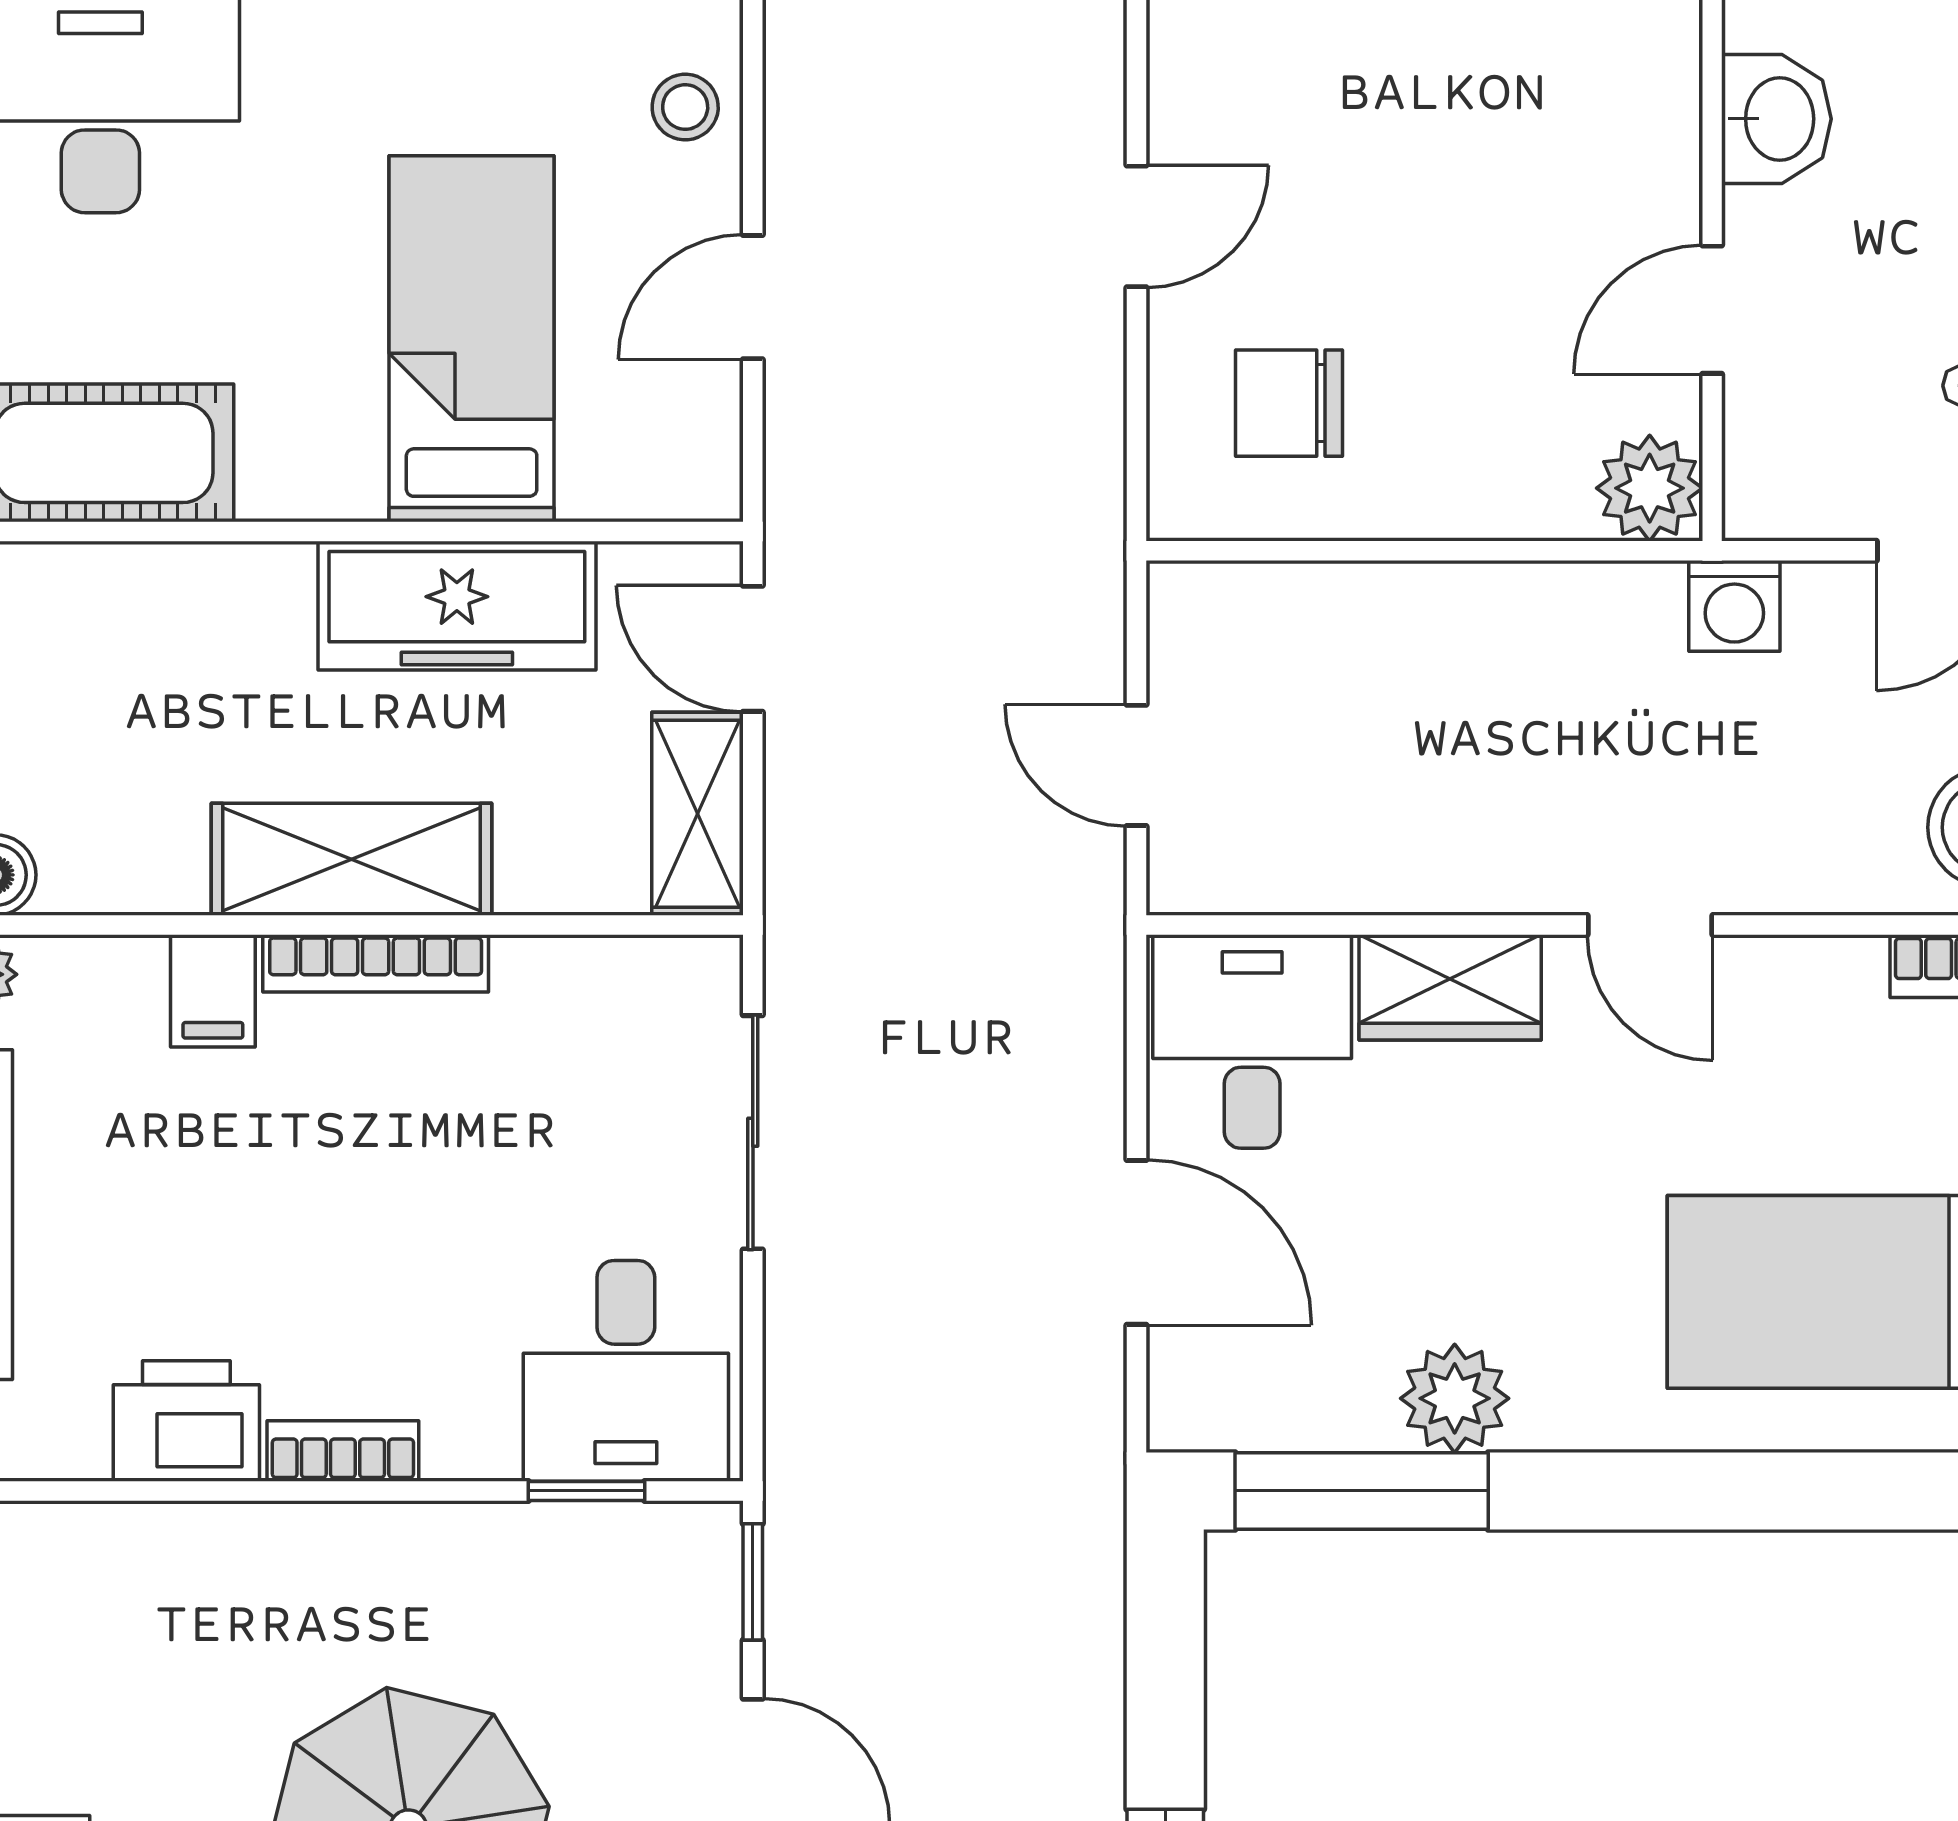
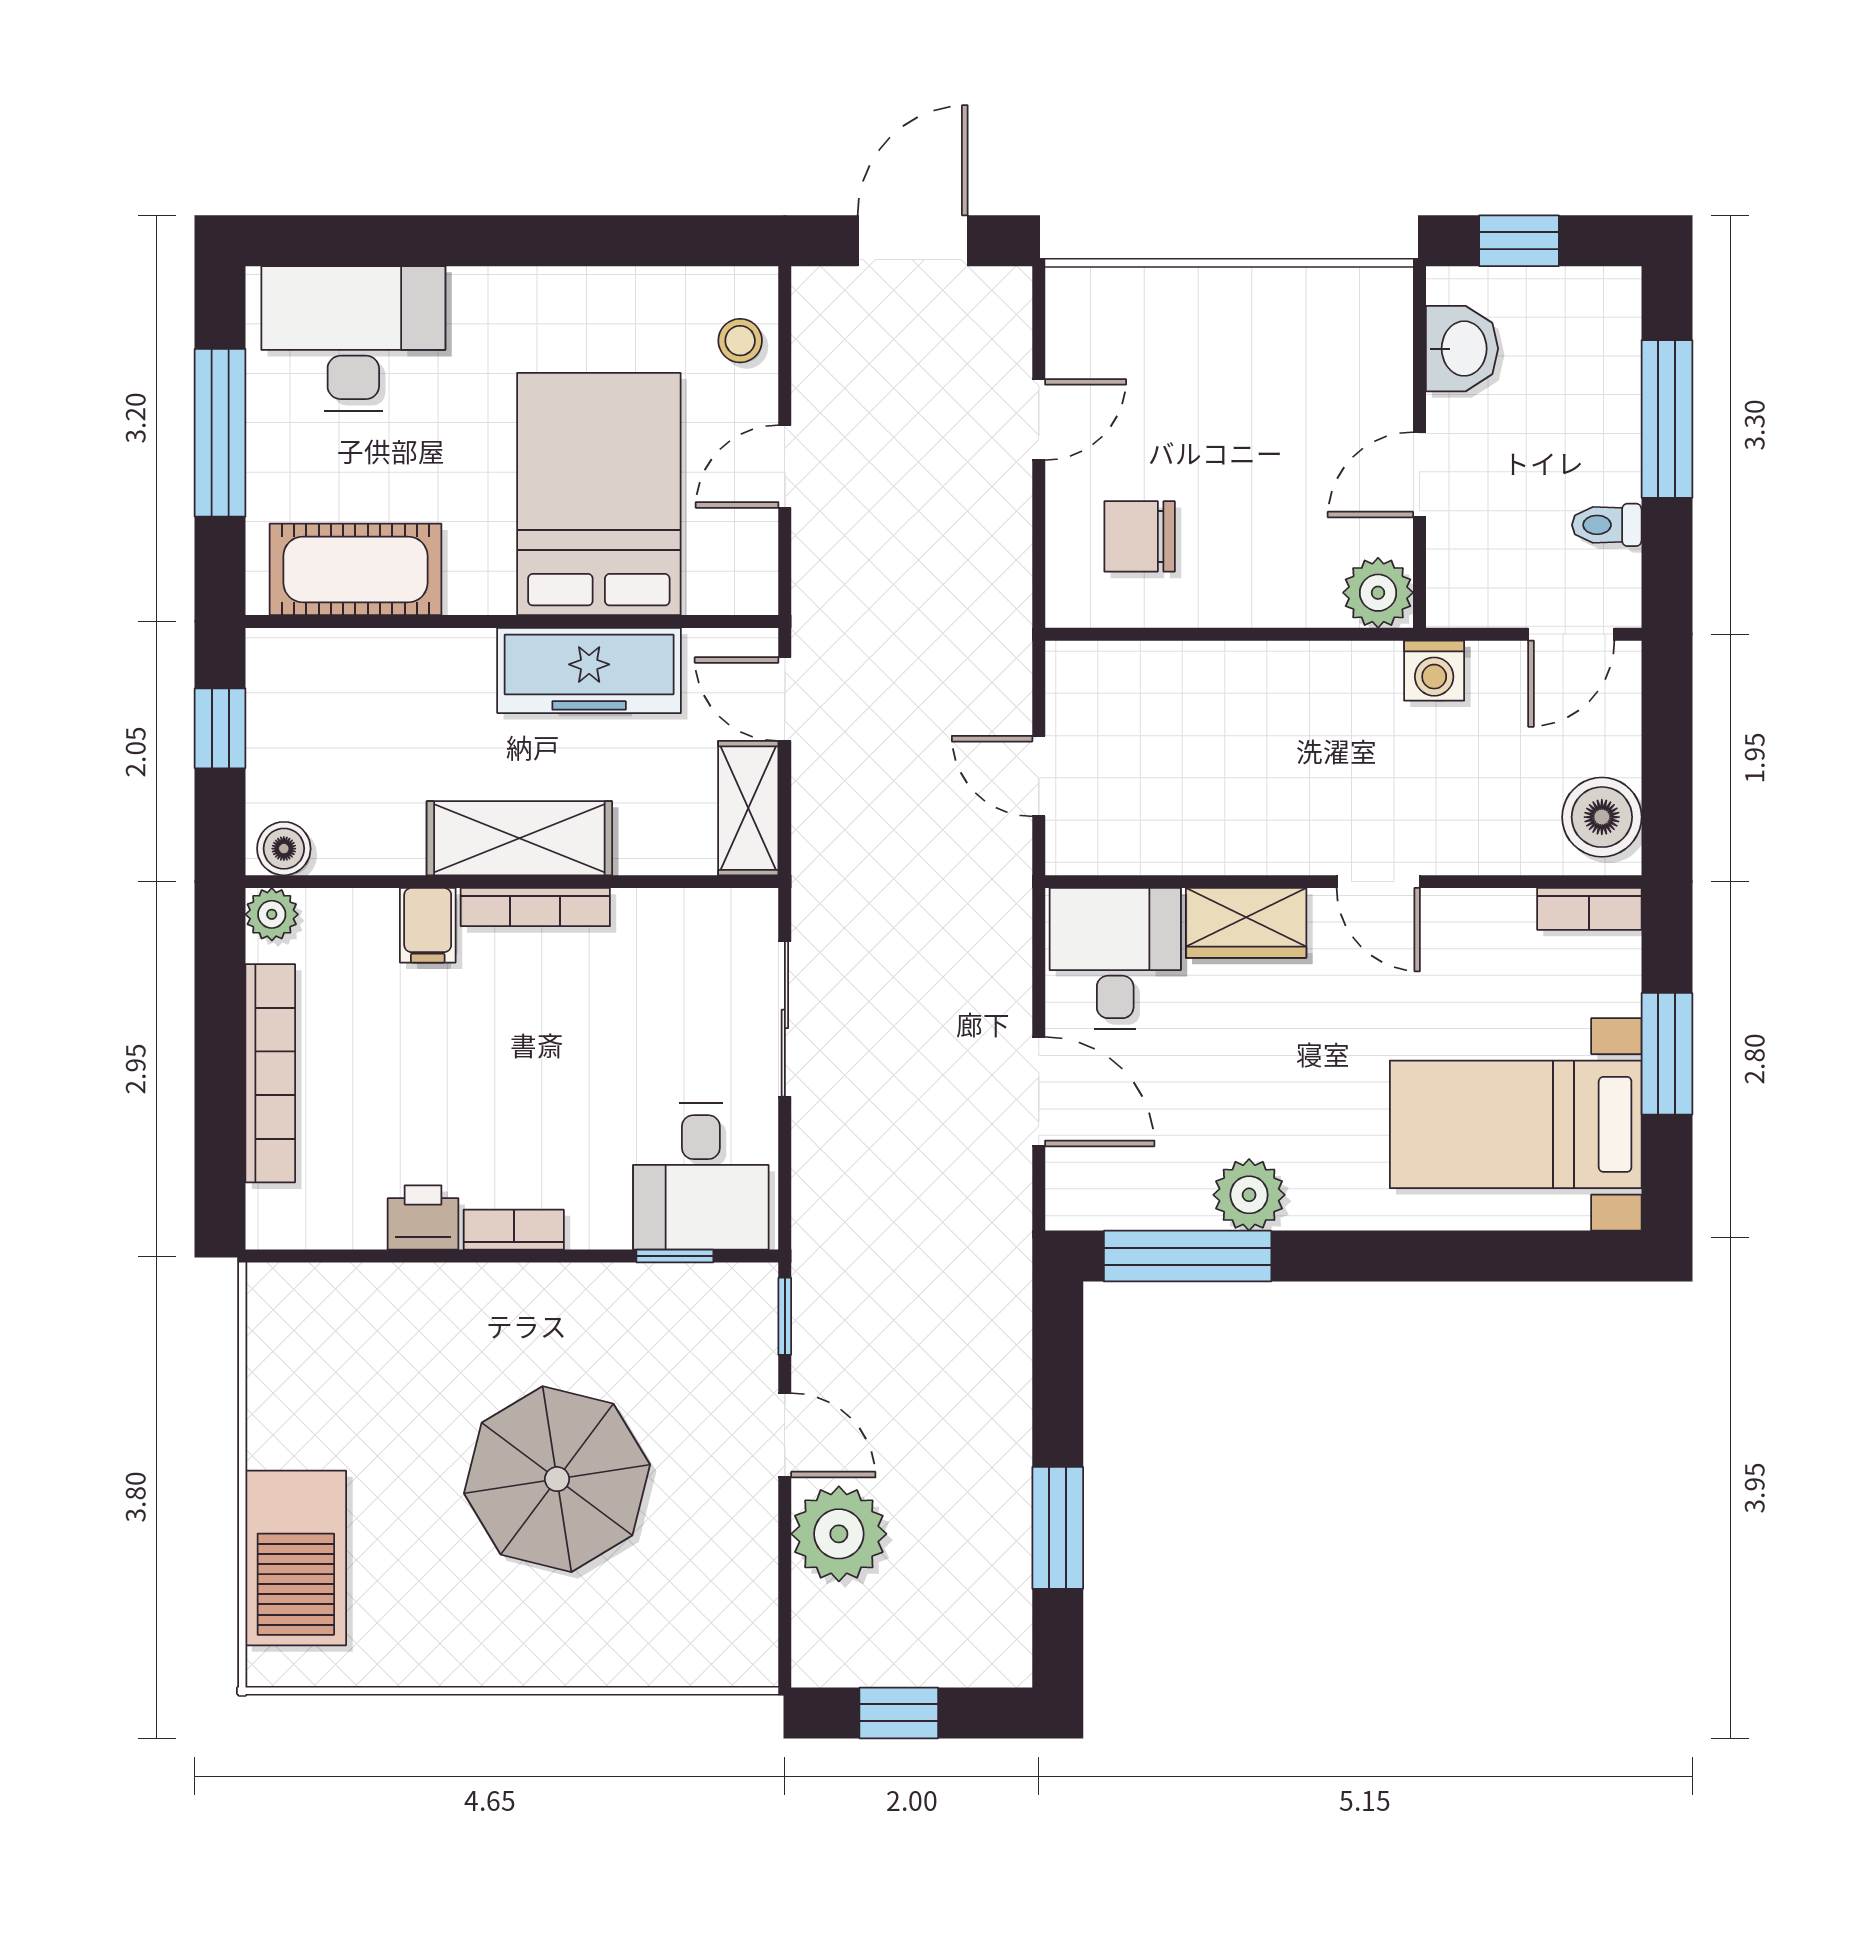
bed: (472, 339) -> (599, 494), width x1.50
printer: (186, 1421) -> (423, 1218), width x0.73, depth x0.81

